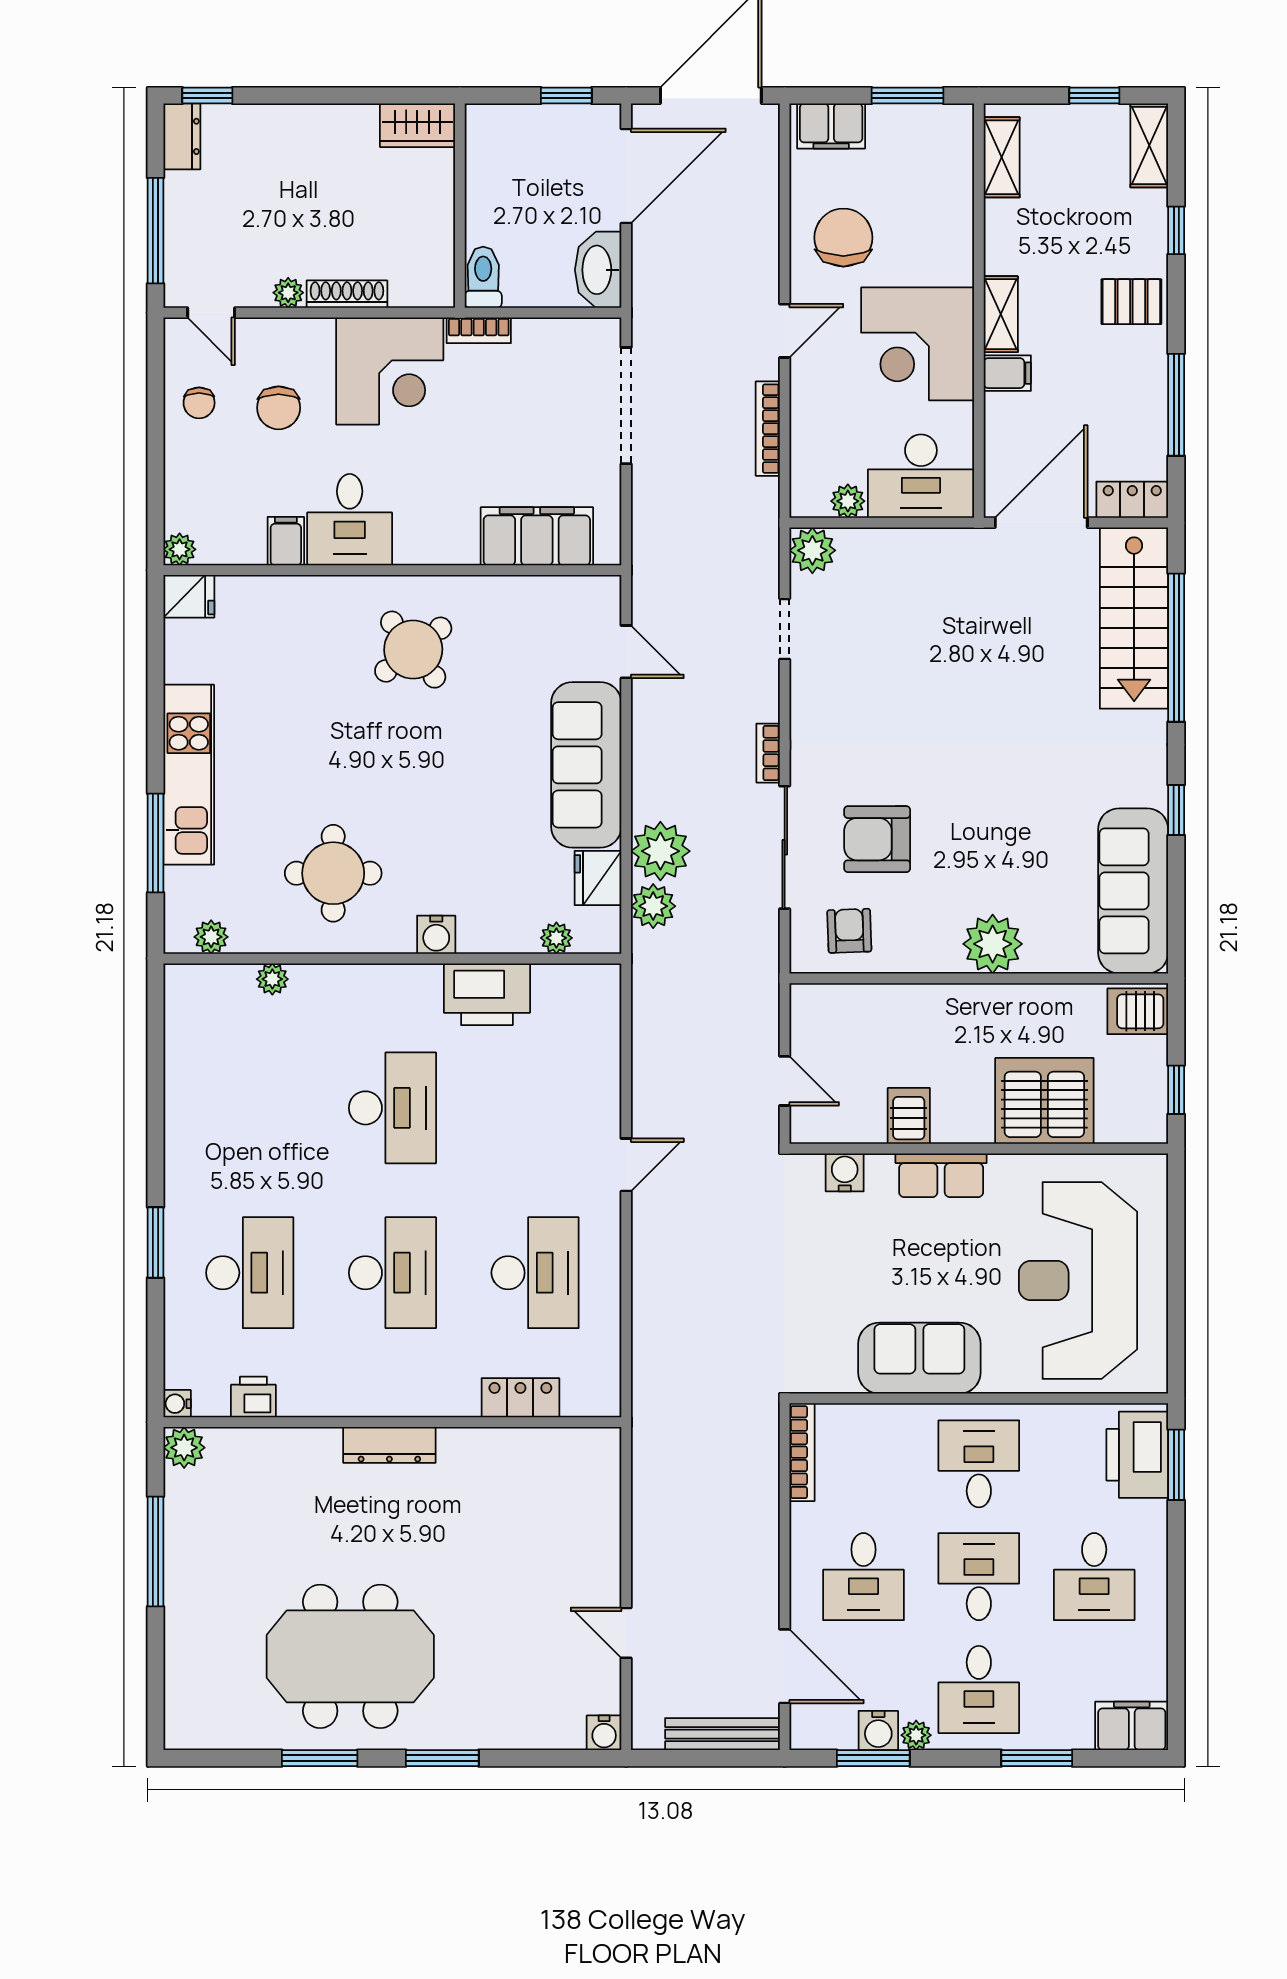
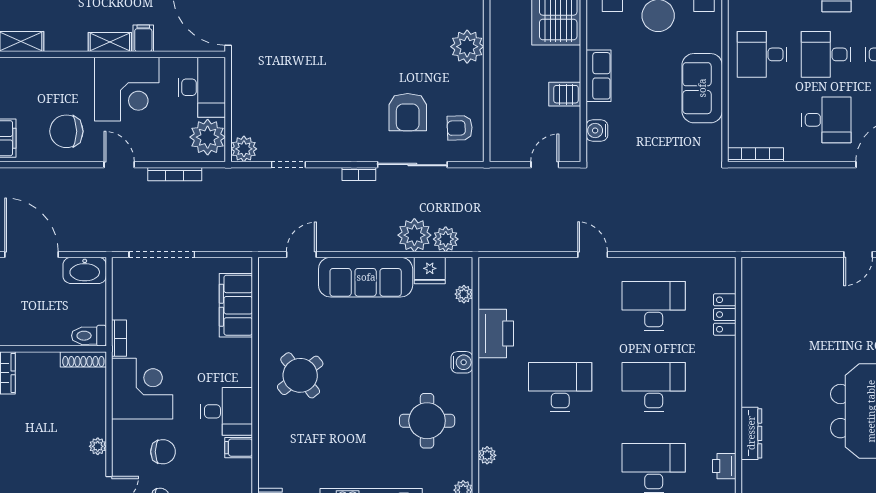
shoe rack: (347, 294) -> (83, 359), moved, turned -90
plant: (848, 501) -> (208, 137), width x1.88, depth x1.88
dresser: (389, 1445) -> (751, 433), moved

